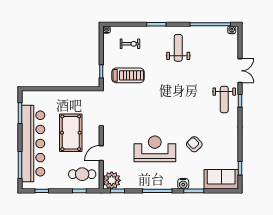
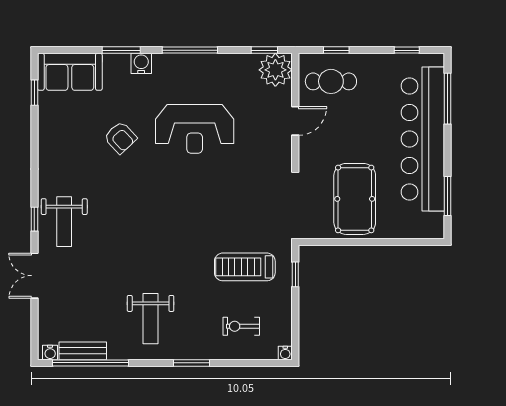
bench: (214, 31) -> (83, 351), added
weight bench: (224, 100) -> (64, 222), turned 180
pool table: (71, 133) -> (355, 199), moved

